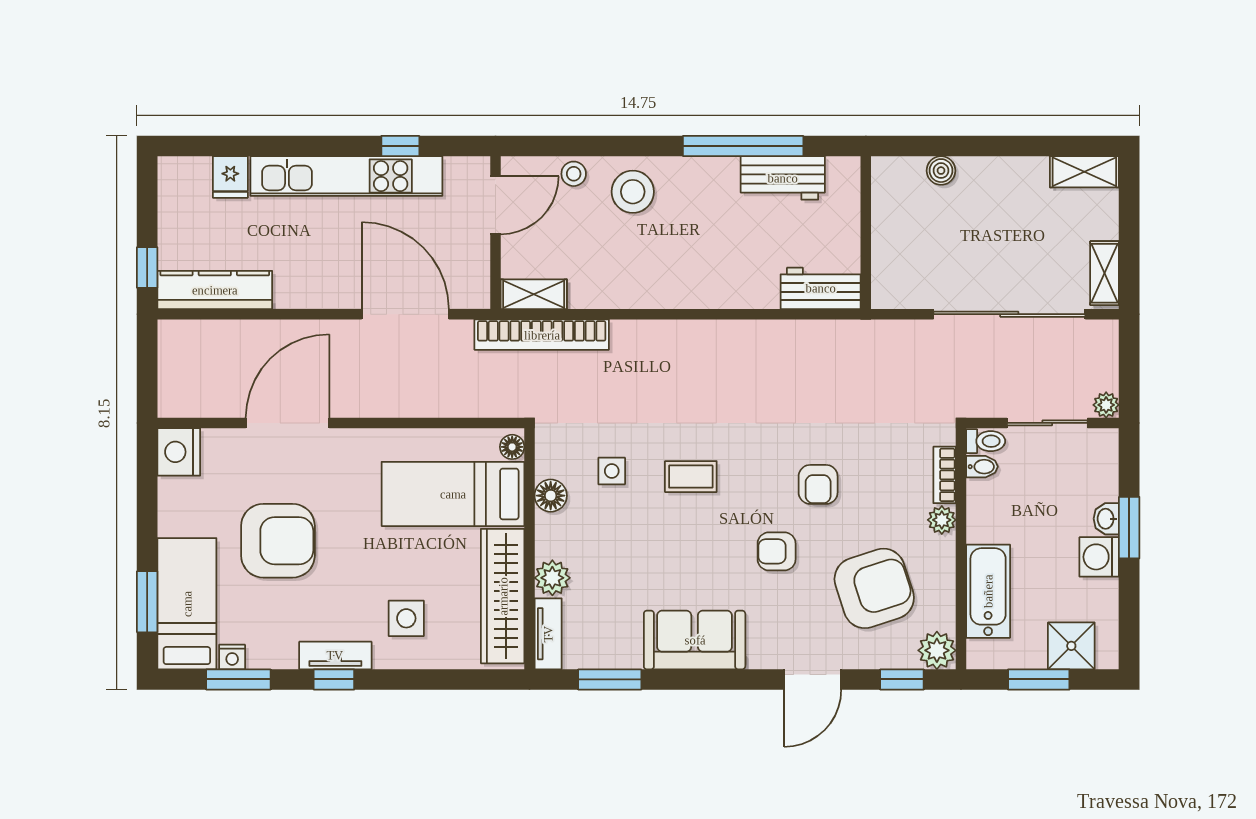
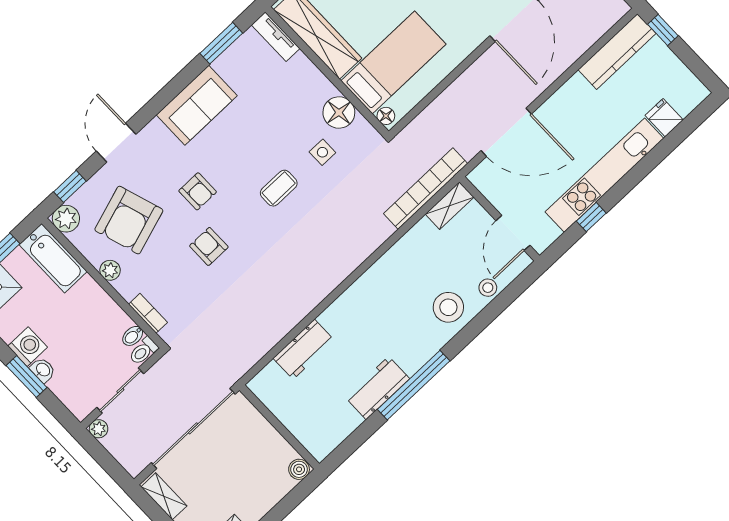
wall: (866, 233) -> (279, 427), moved
floor lamp: (551, 496) -> (339, 113), width x1.38, depth x1.38
plant: (942, 520) -> (110, 270), moved
armchair: (777, 551) -> (198, 191), turned 90
plant: (552, 578) -> (301, 68), removed
bathtub: (988, 591) -> (53, 258), moved

